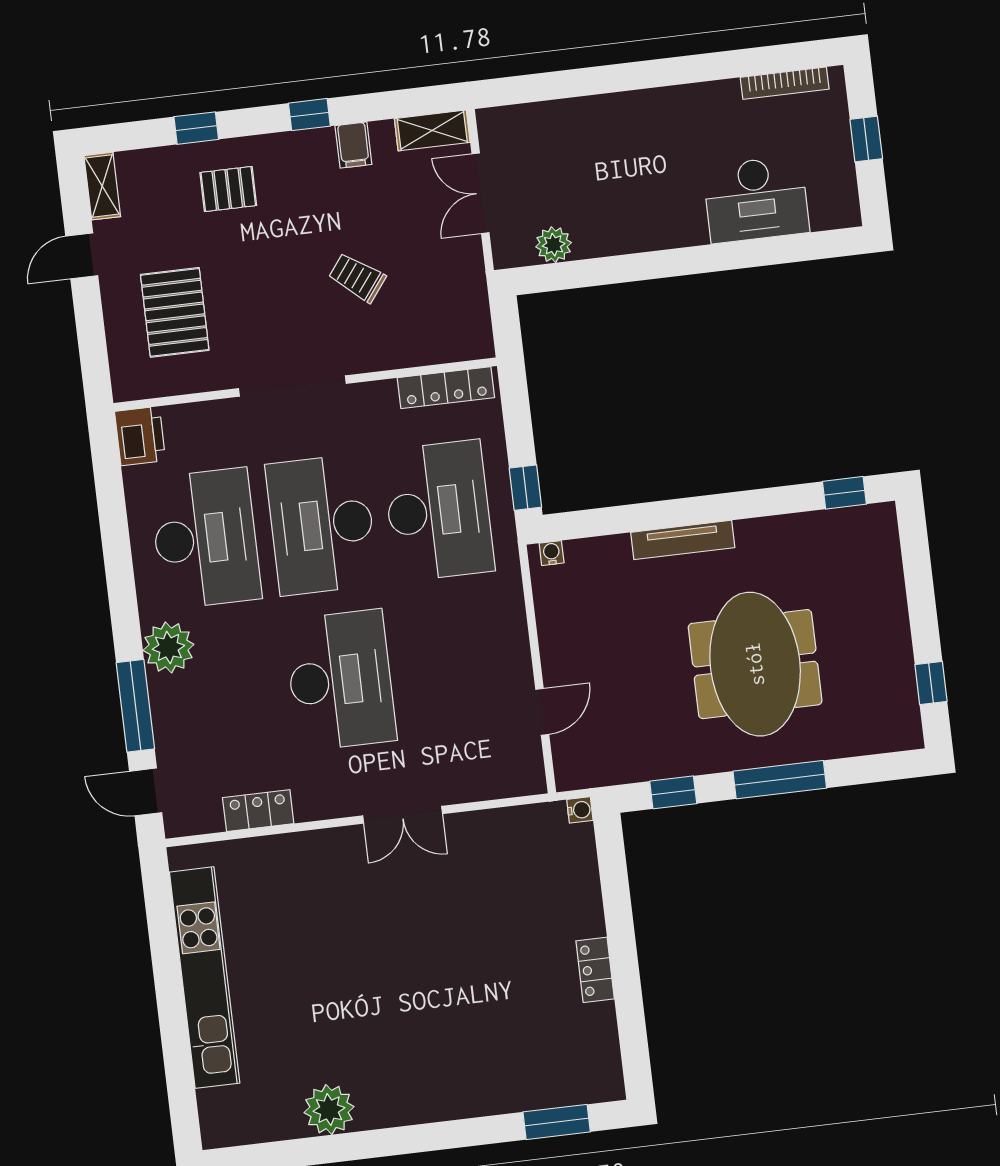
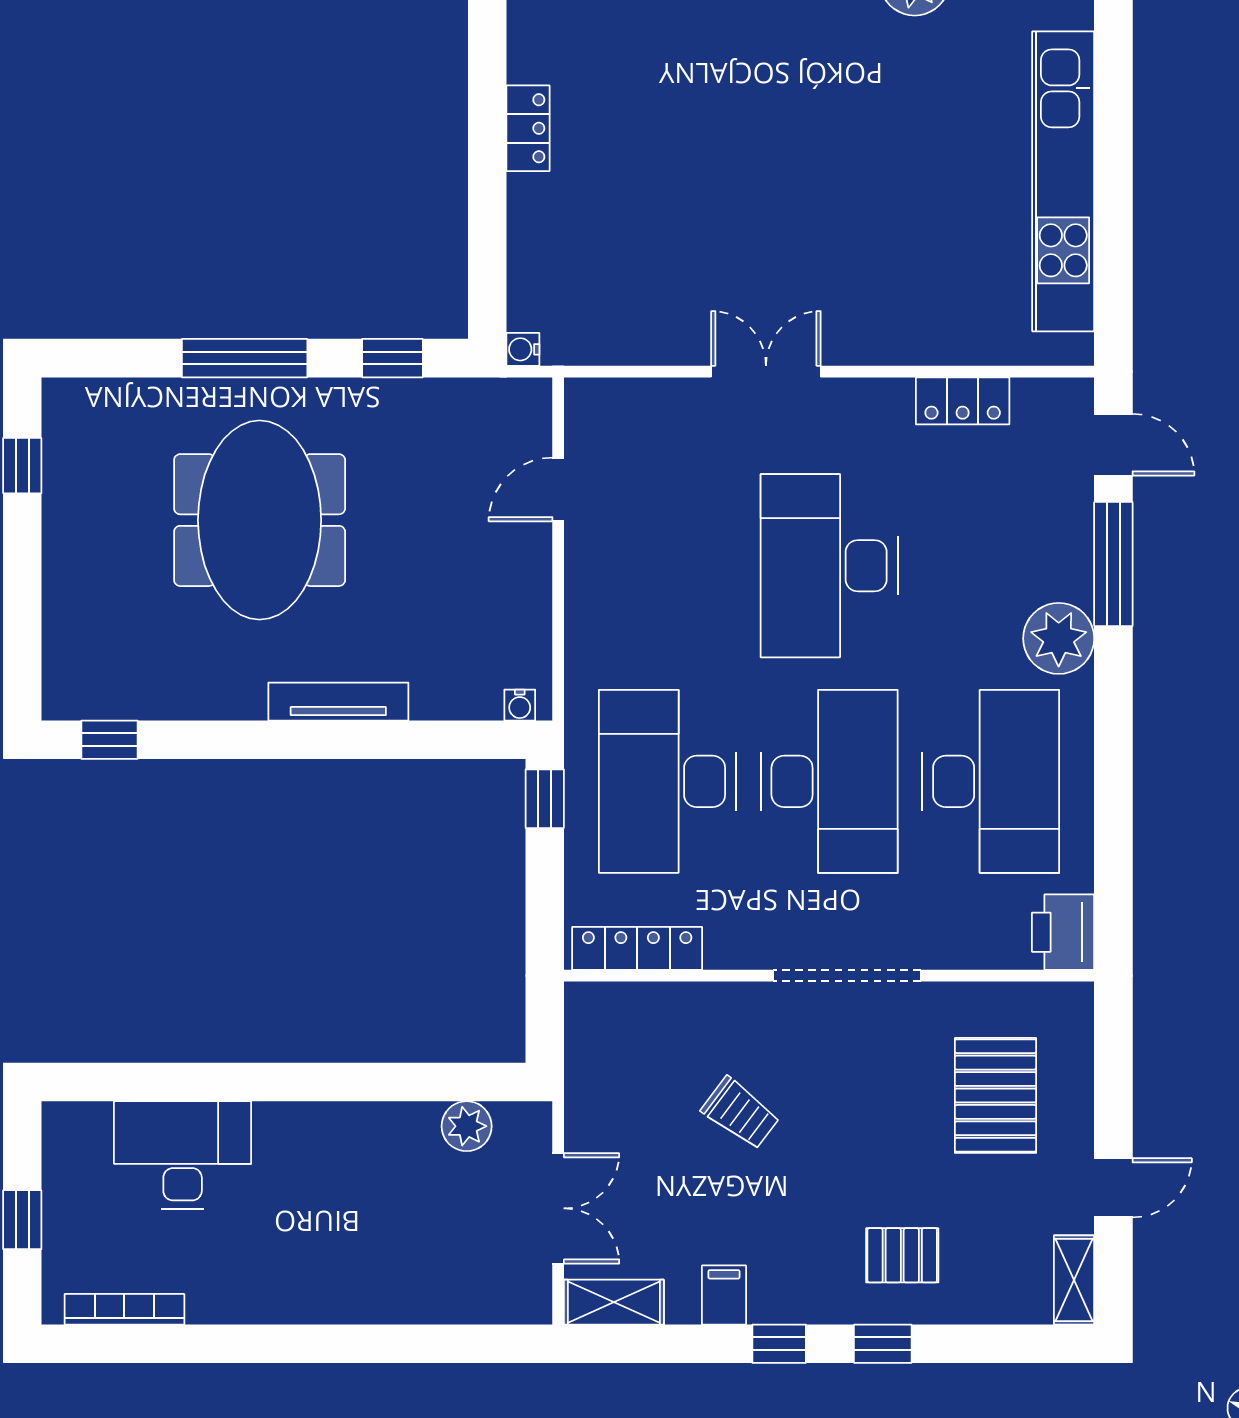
window: (196, 128) -> (883, 1344), moved
desk: (205, 538) -> (991, 781), turned 180

